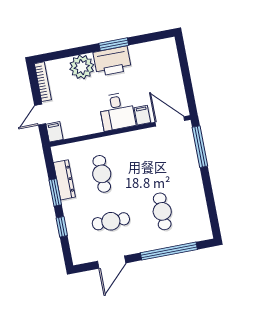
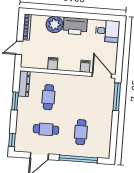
window: (114, 44) -> (79, 15), removed
desk: (117, 111) -> (108, 31), moved, turned -90
filing cabinet: (55, 132) -> (53, 64), moved
dresser: (64, 180) -> (24, 84), moved
window: (62, 227) -> (12, 140), moved

